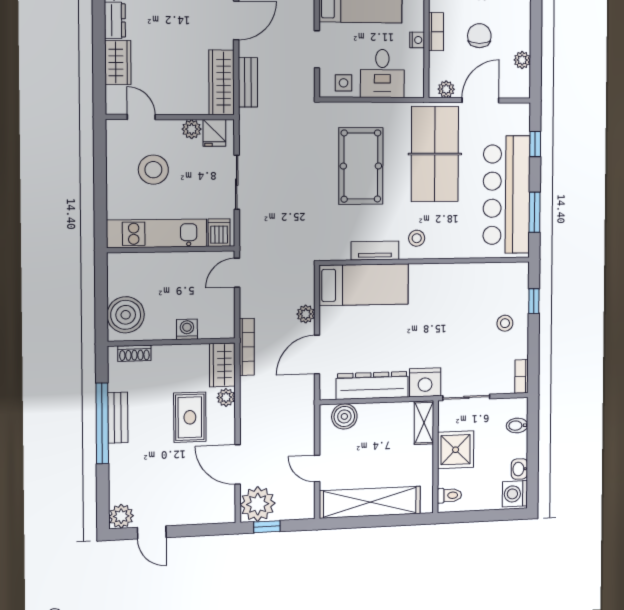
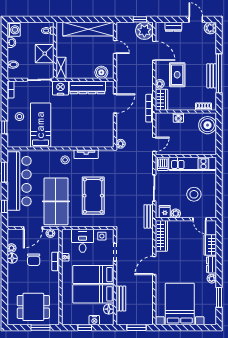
floor lamp: (521, 39) -> (12, 258), added
bench: (248, 82) -> (149, 216), moved
bed: (364, 285) -> (41, 125), moved, turned 90
plant: (306, 314) -> (121, 144), moved
dresser: (198, 515) -> (173, 27), added

